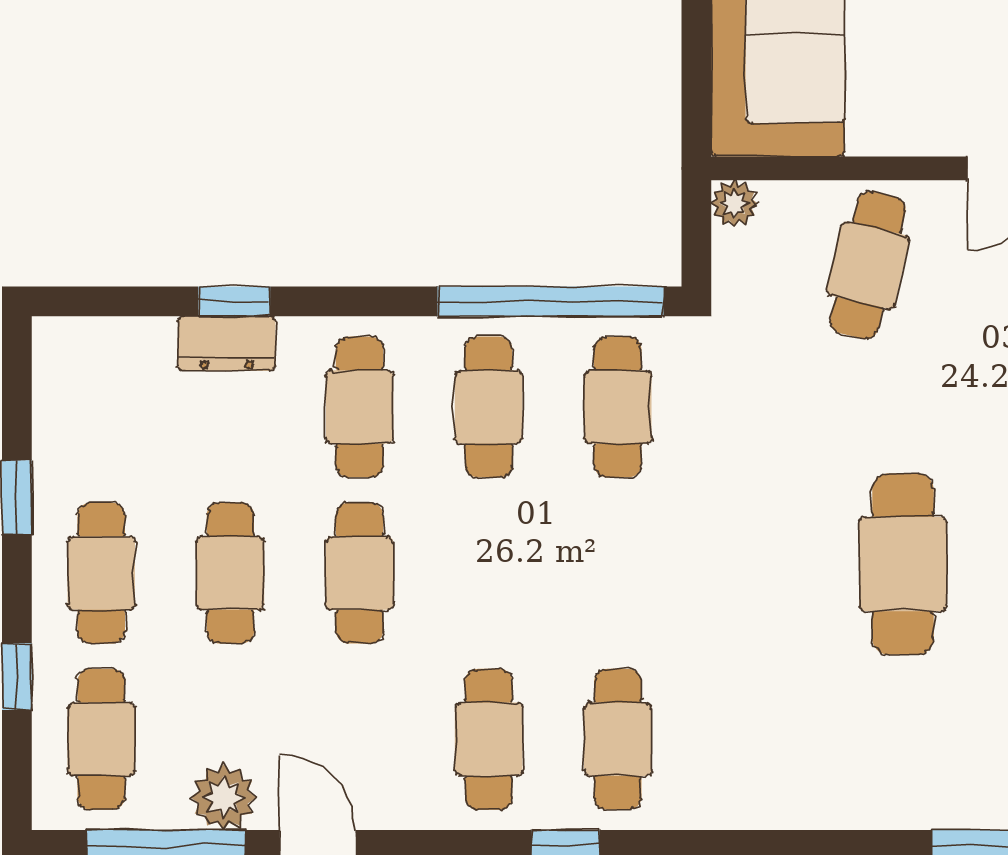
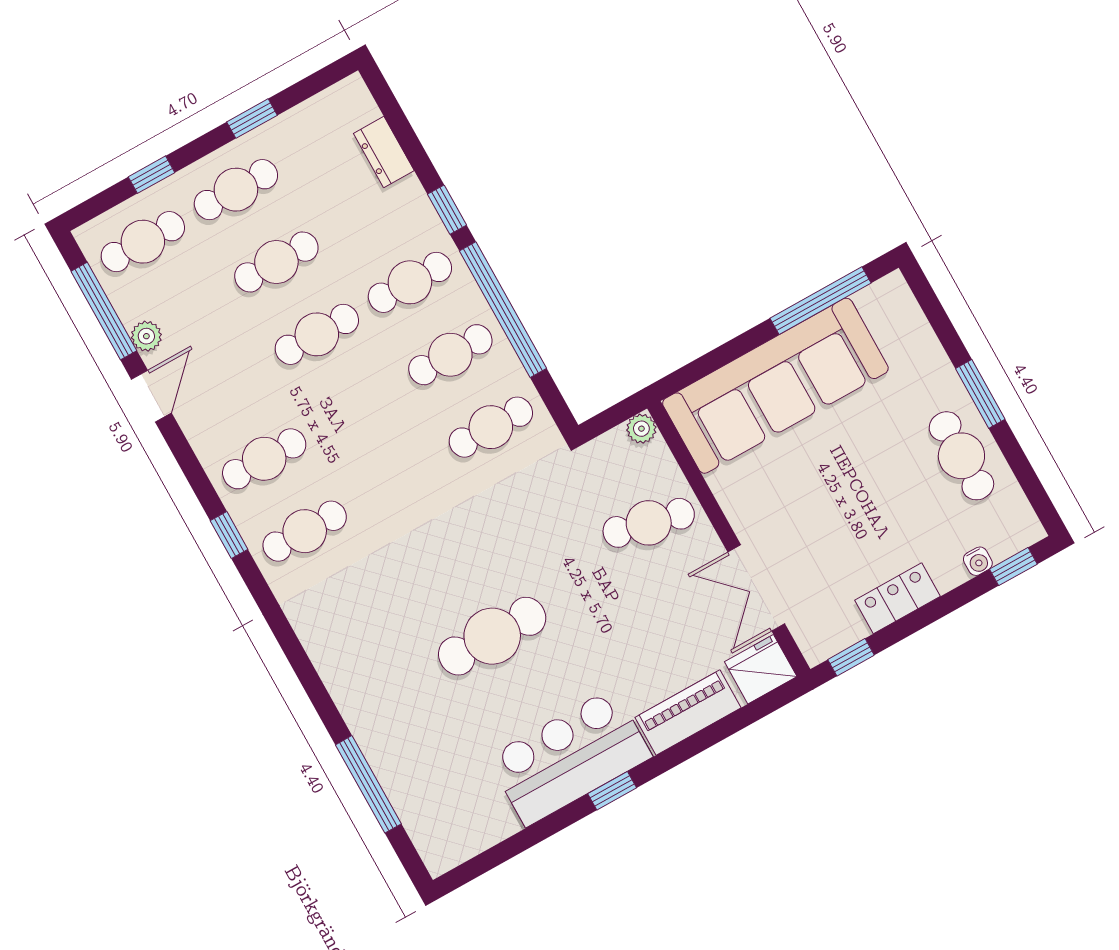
window: (234, 301) -> (447, 210), moved
window: (550, 301) -> (503, 310), moved
dresser: (227, 343) -> (384, 152), moved
plant: (223, 797) -> (146, 336), width x0.73, depth x0.73

